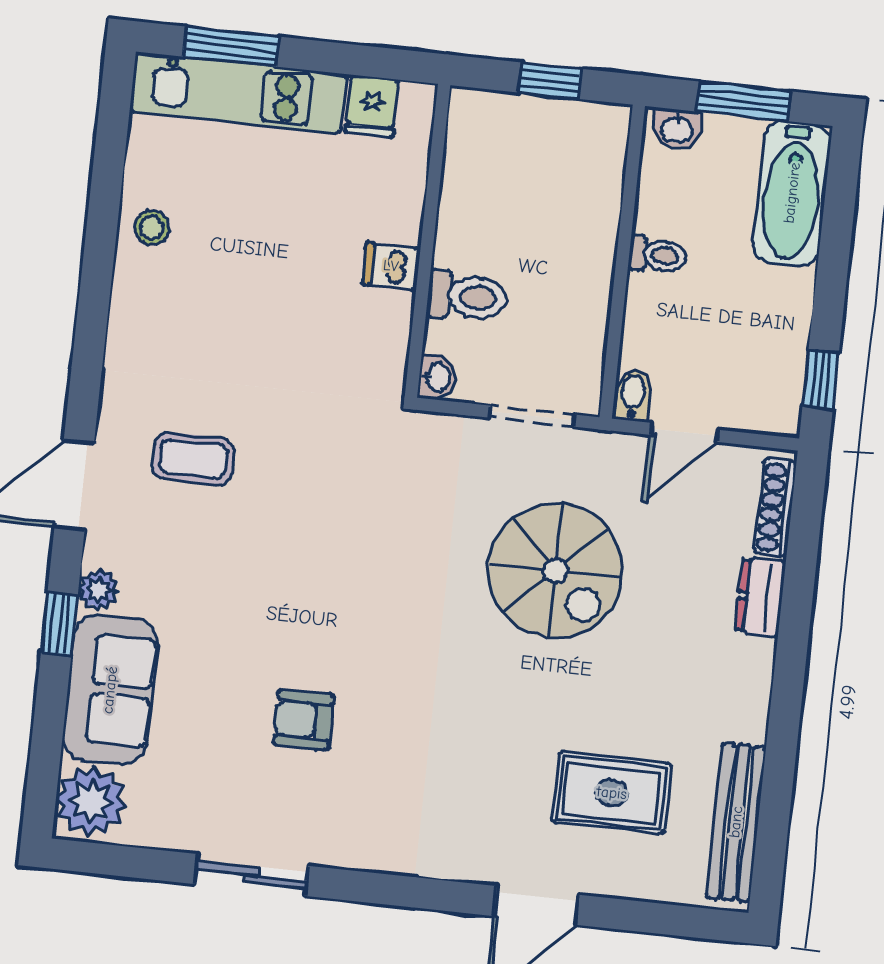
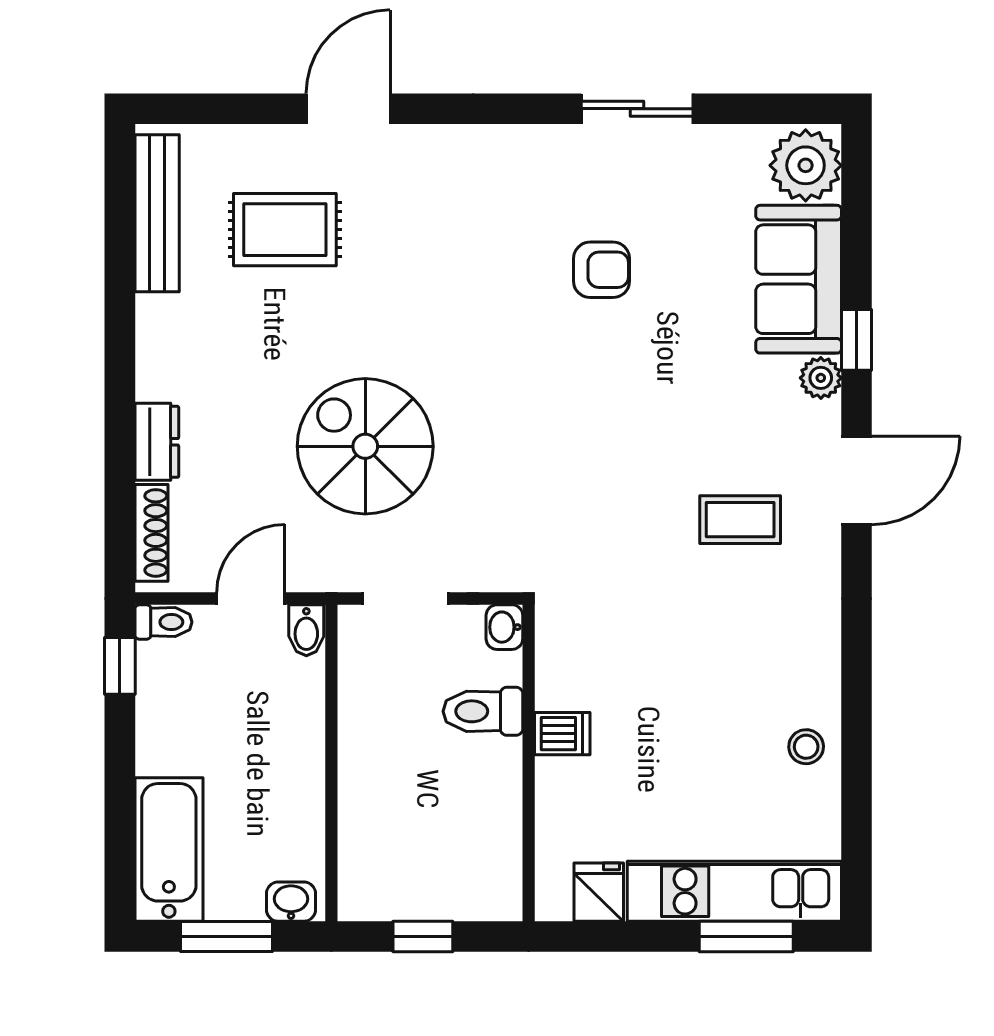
toilet: (657, 255) -> (163, 622), moved, turned 180

